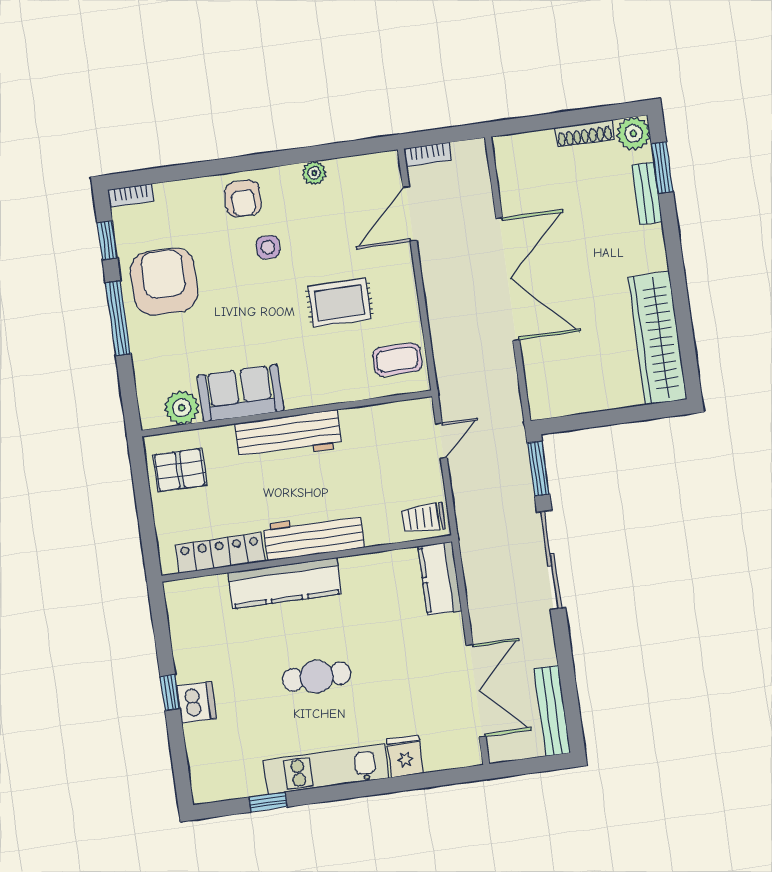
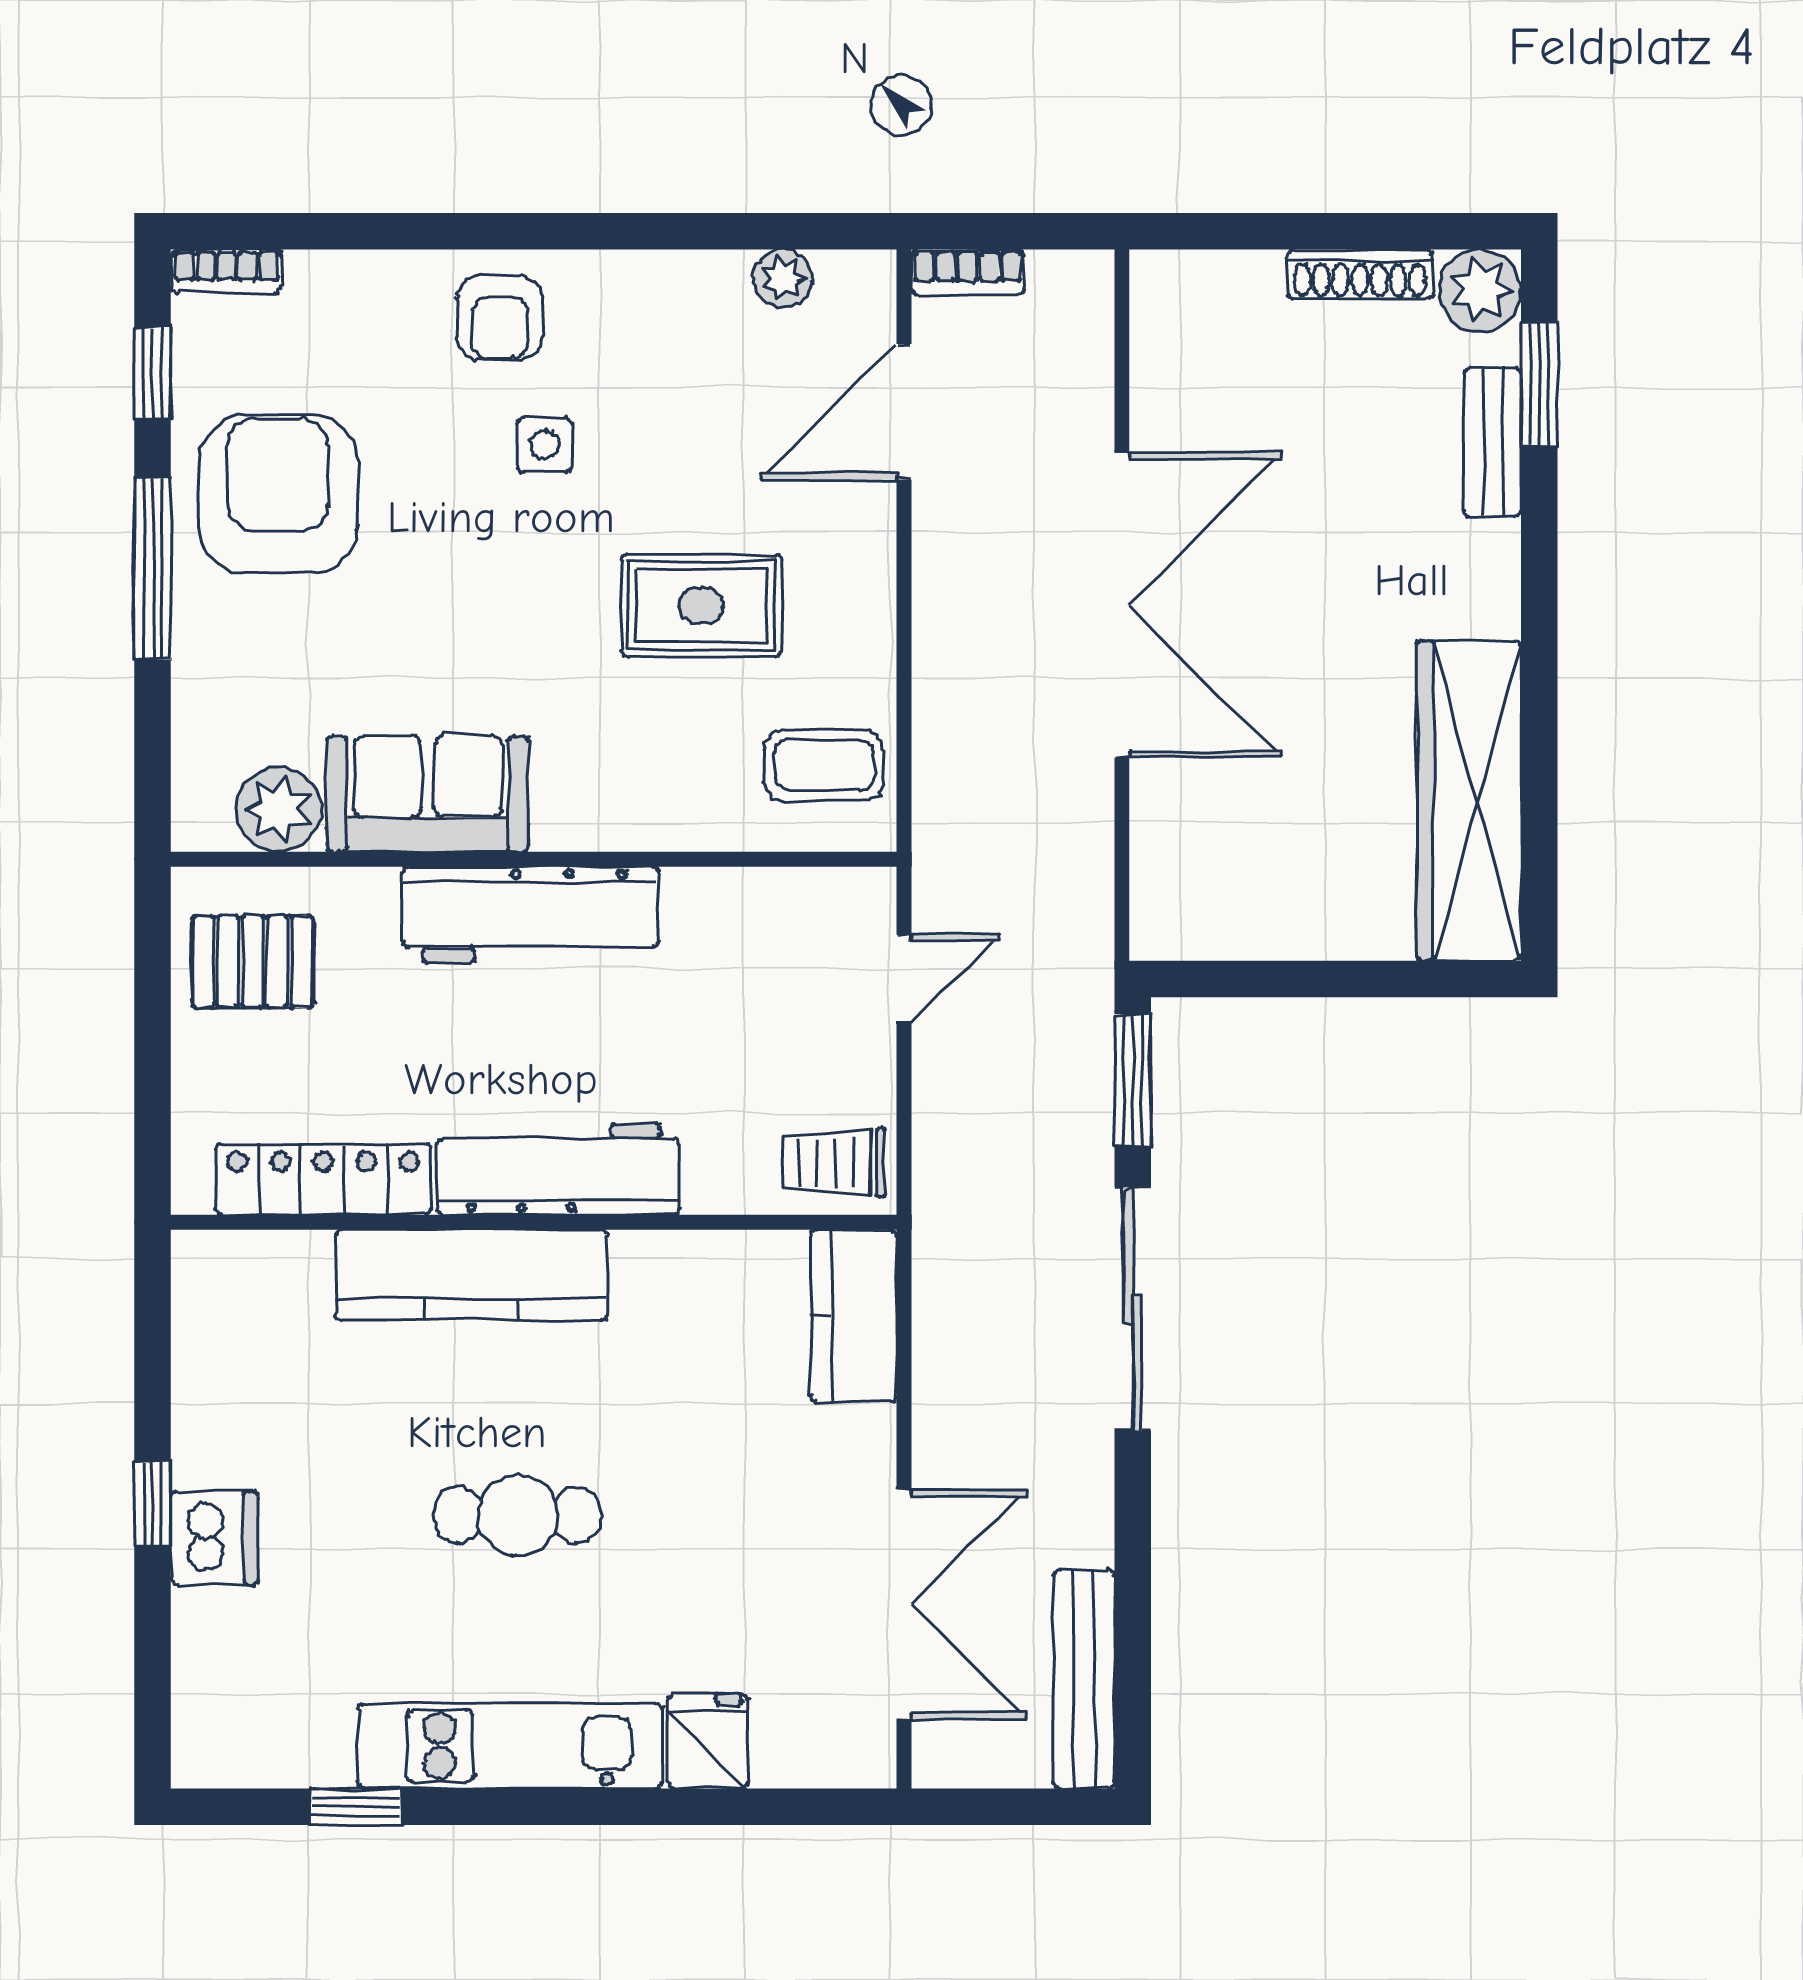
plant: (314, 173) -> (783, 279), moved

